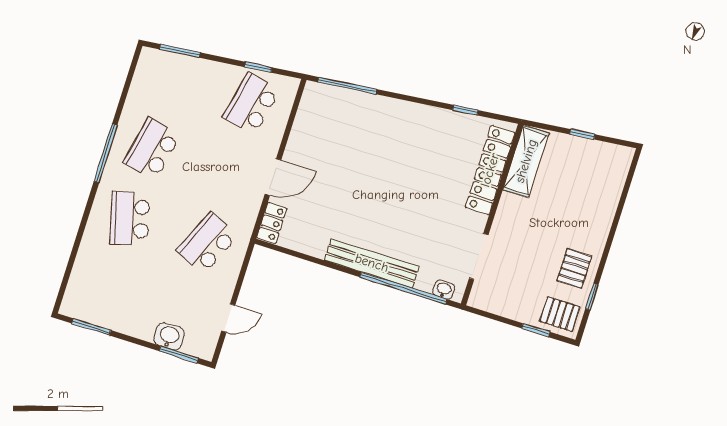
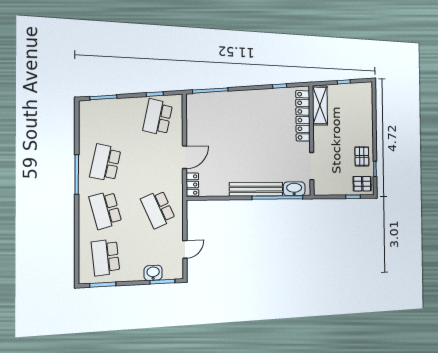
school desk: (207, 243) -> (158, 209), turned -48
school desk: (108, 288) -> (105, 257), added
washbasin: (444, 290) -> (294, 189), width x1.91, depth x1.45

